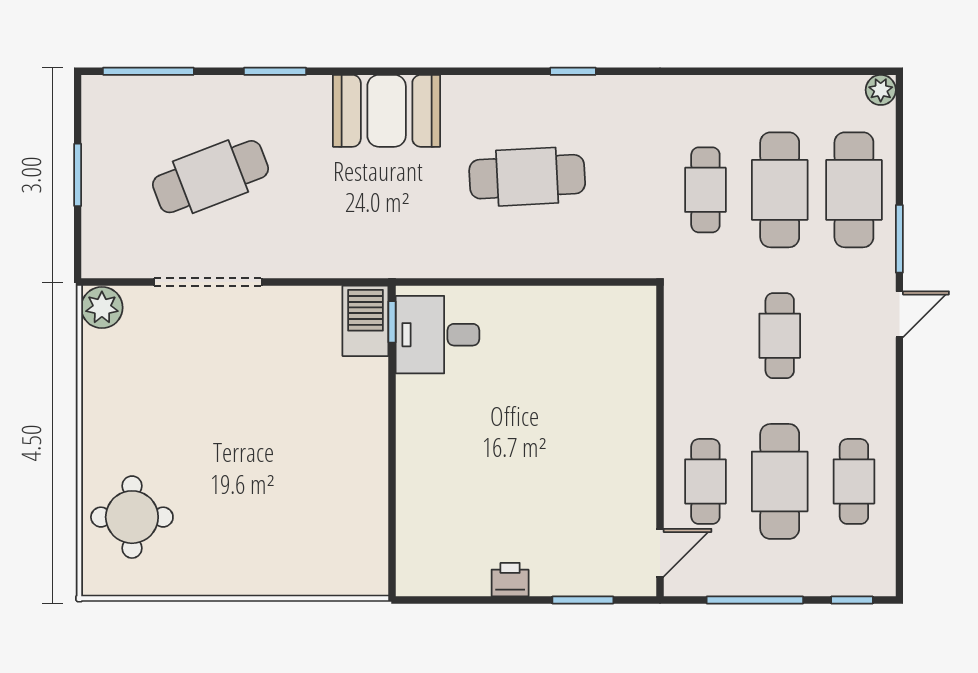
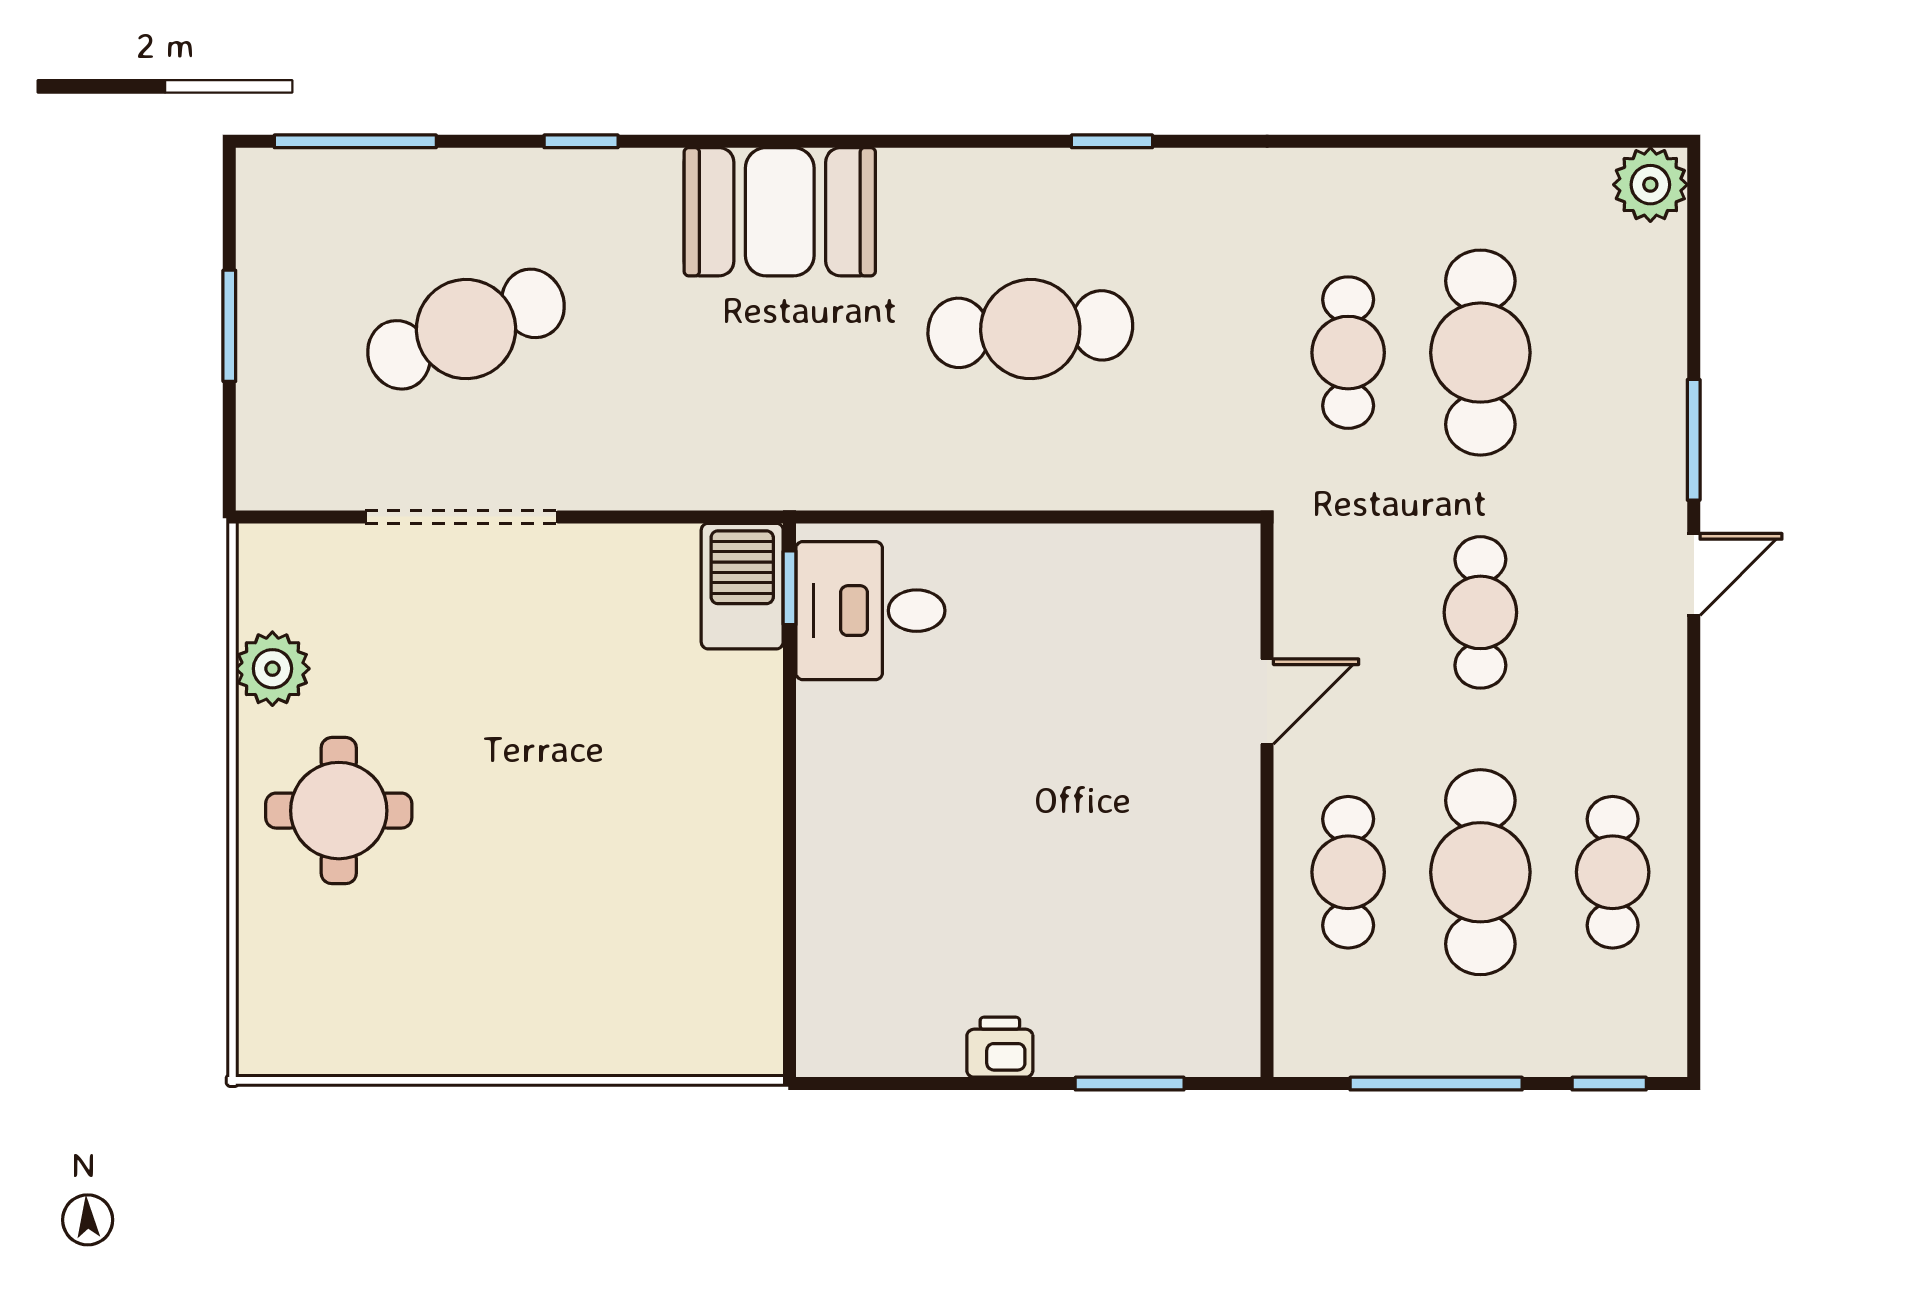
window: (275, 71) -> (581, 141), width x0.67
plant: (881, 90) -> (1650, 185), width x1.38, depth x1.38
cafe table: (854, 190) -> (1613, 353), removed
plant: (102, 308) -> (272, 669), moved
round table: (132, 517) -> (339, 811), moved
door: (660, 553) -> (1267, 701), moved

